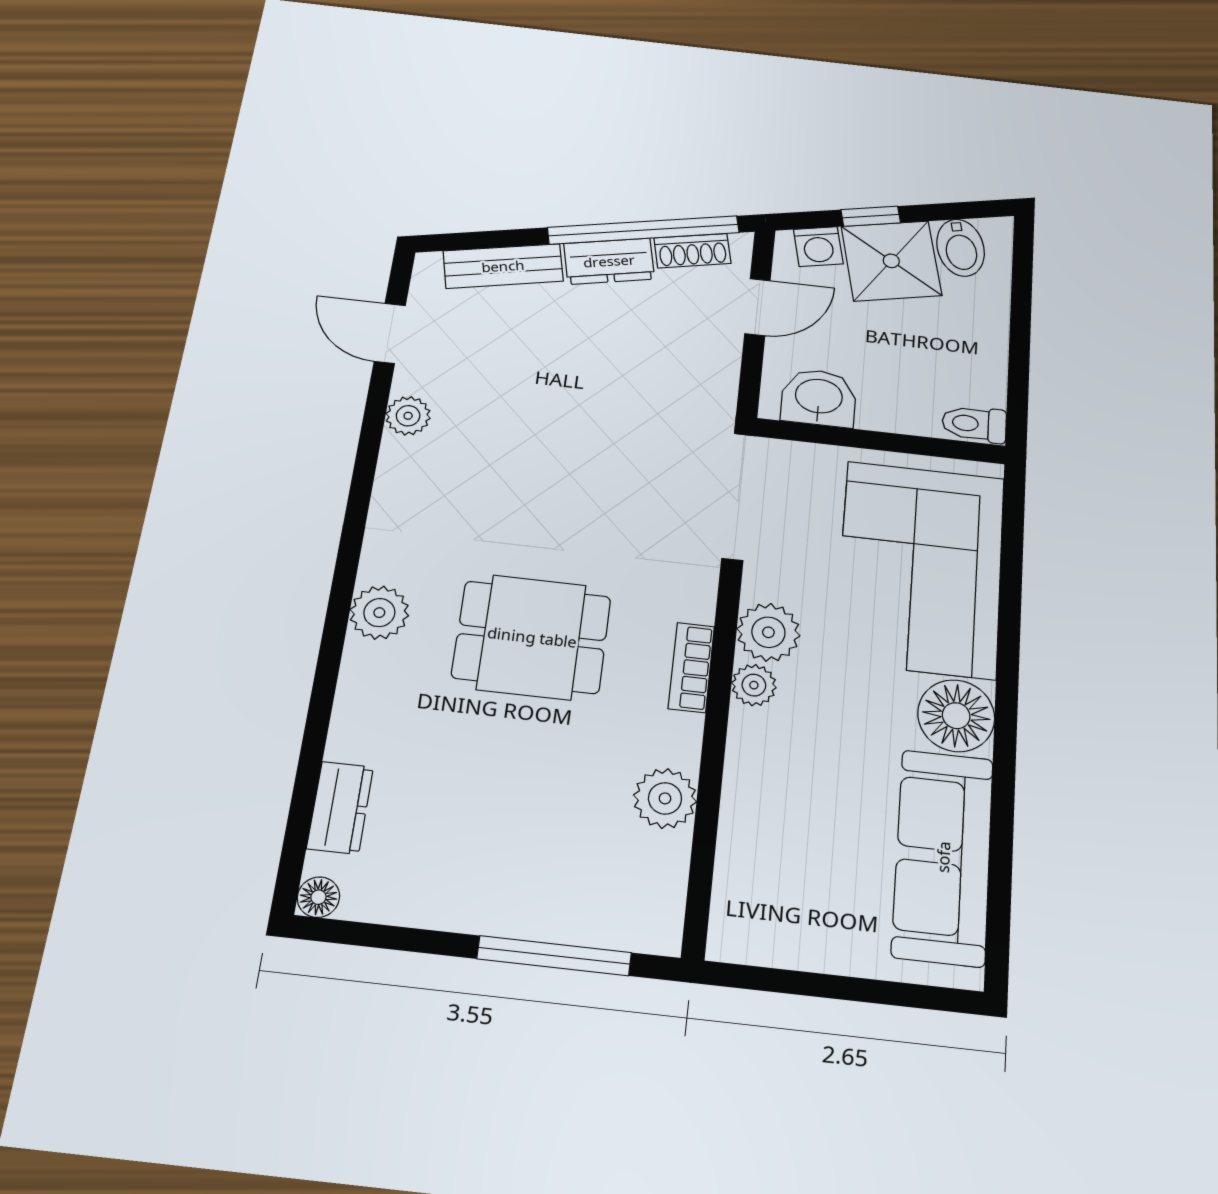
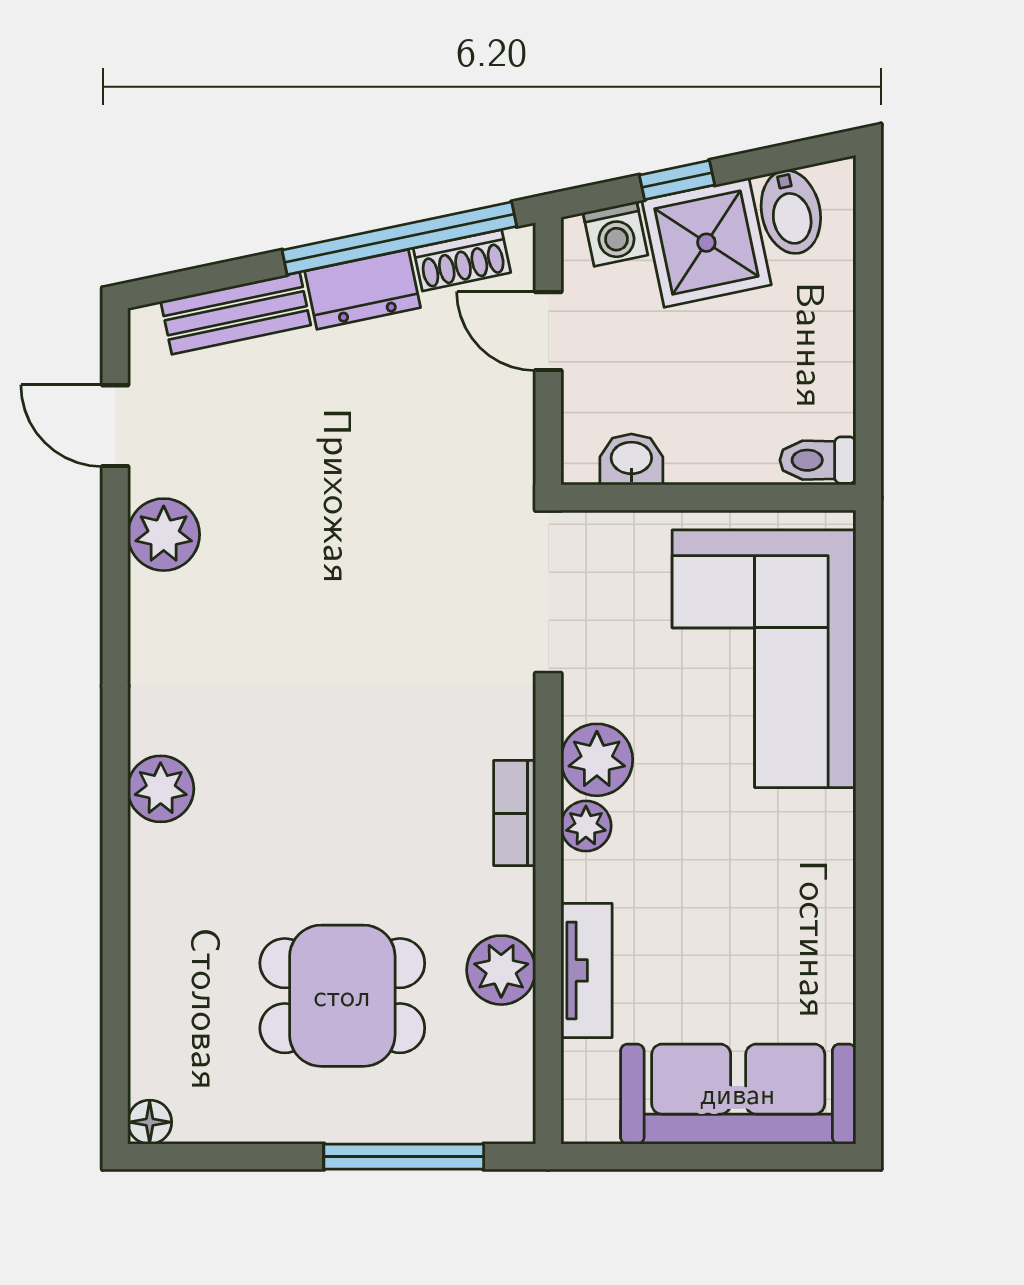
door: (757, 307) -> (548, 331), swing flipped
washbasin: (819, 398) -> (631, 459), width x0.72, depth x0.69
plant: (408, 416) -> (164, 535), width x1.38, depth x1.38
dining table: (532, 637) -> (342, 996), moved
floor lamp: (956, 716) -> (813, 835), removed
dresser: (340, 808) -> (156, 1021), removed
tv unit: (743, 808) -> (586, 970), added
sofa: (943, 857) -> (738, 1094), moved, turned 90

